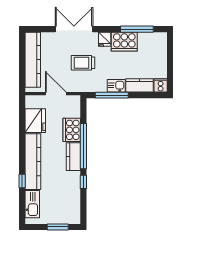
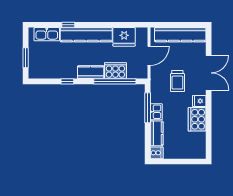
window: (137, 29) -> (209, 131), removed
trolley: (83, 63) -> (177, 81), turned 180
window: (83, 146) -> (115, 81), moved

